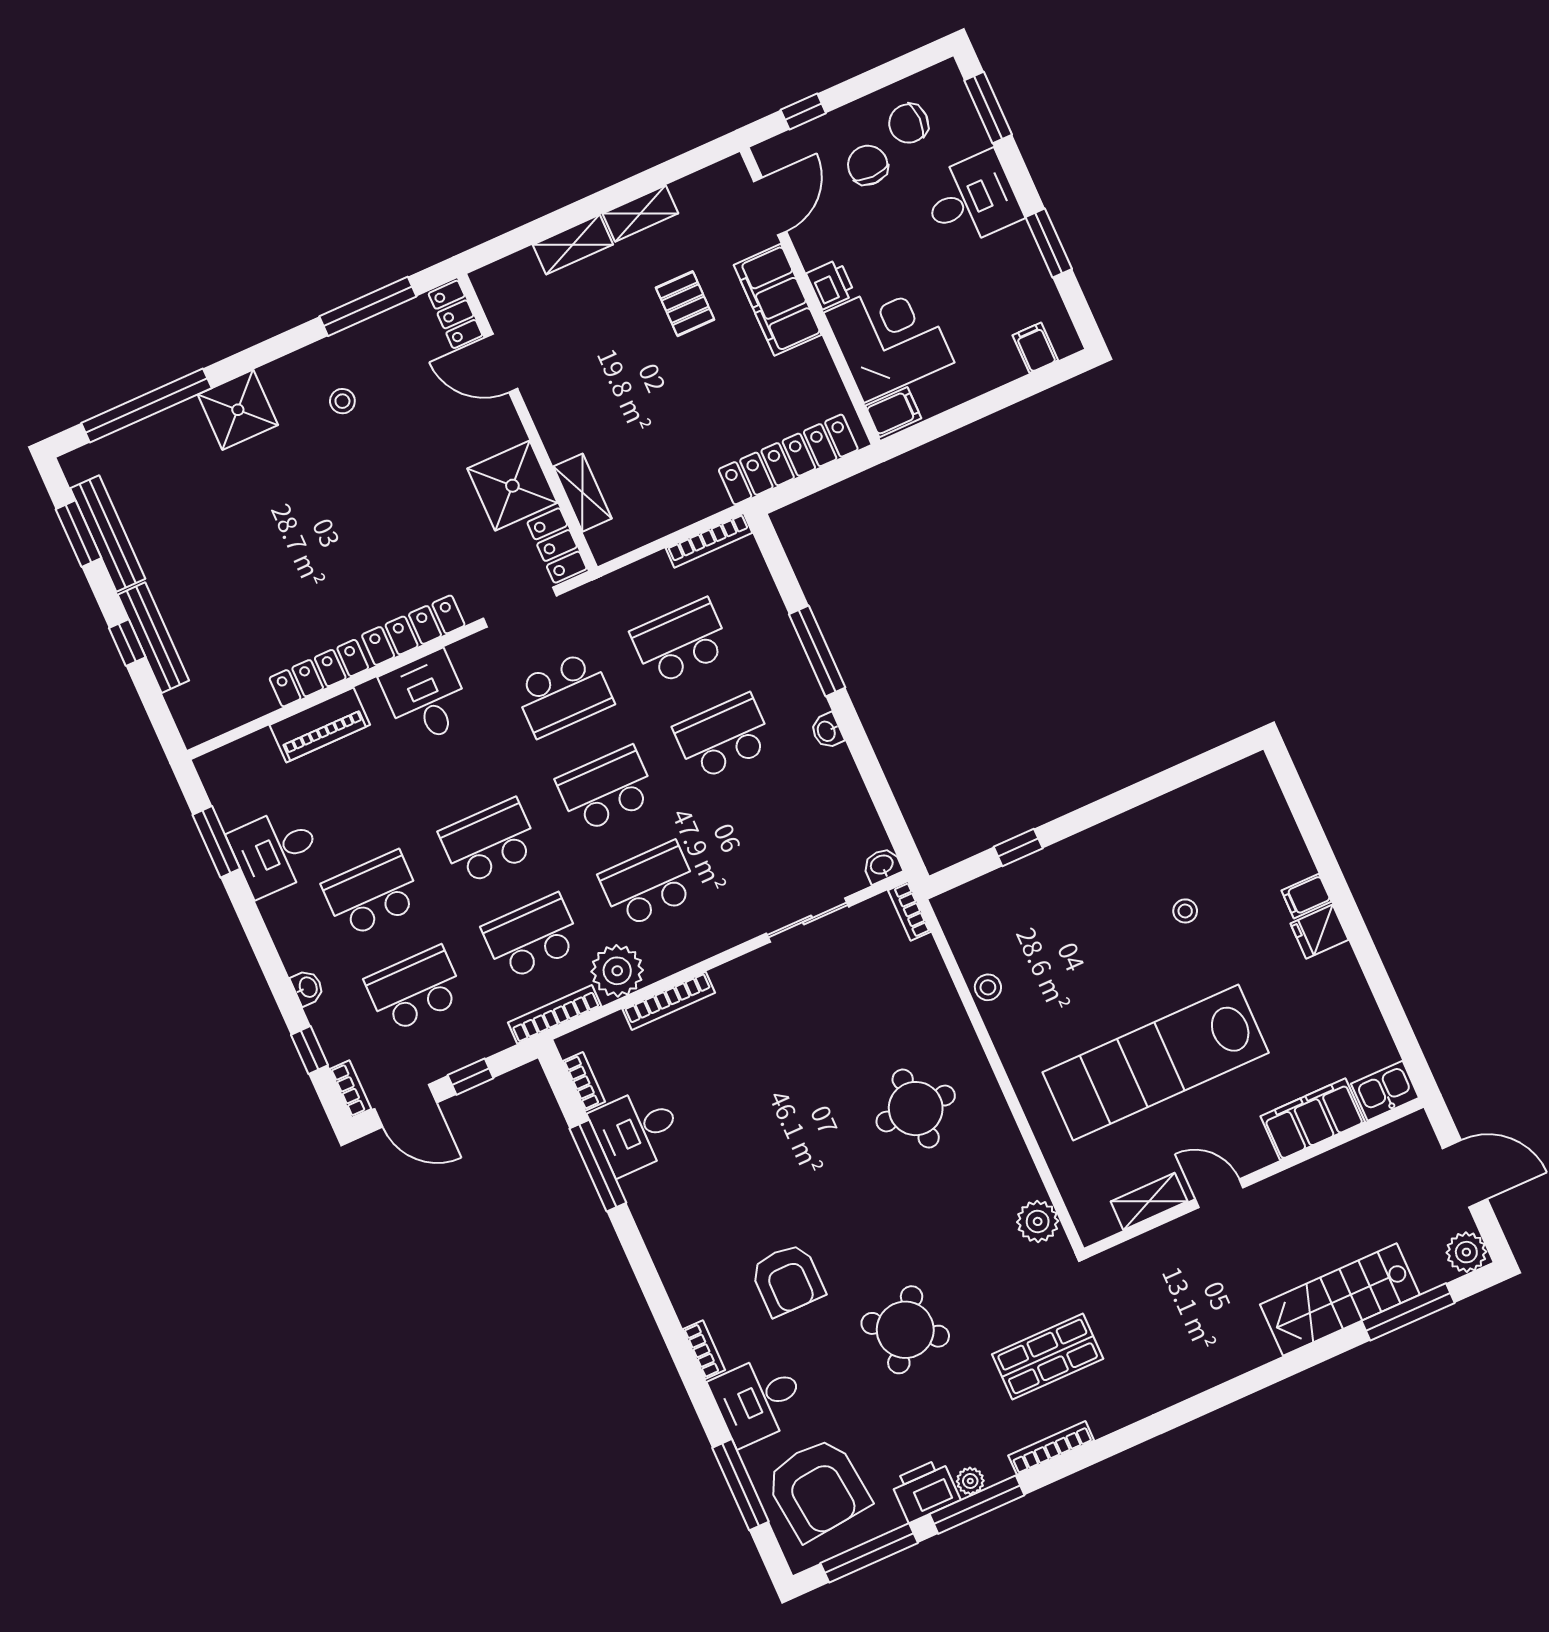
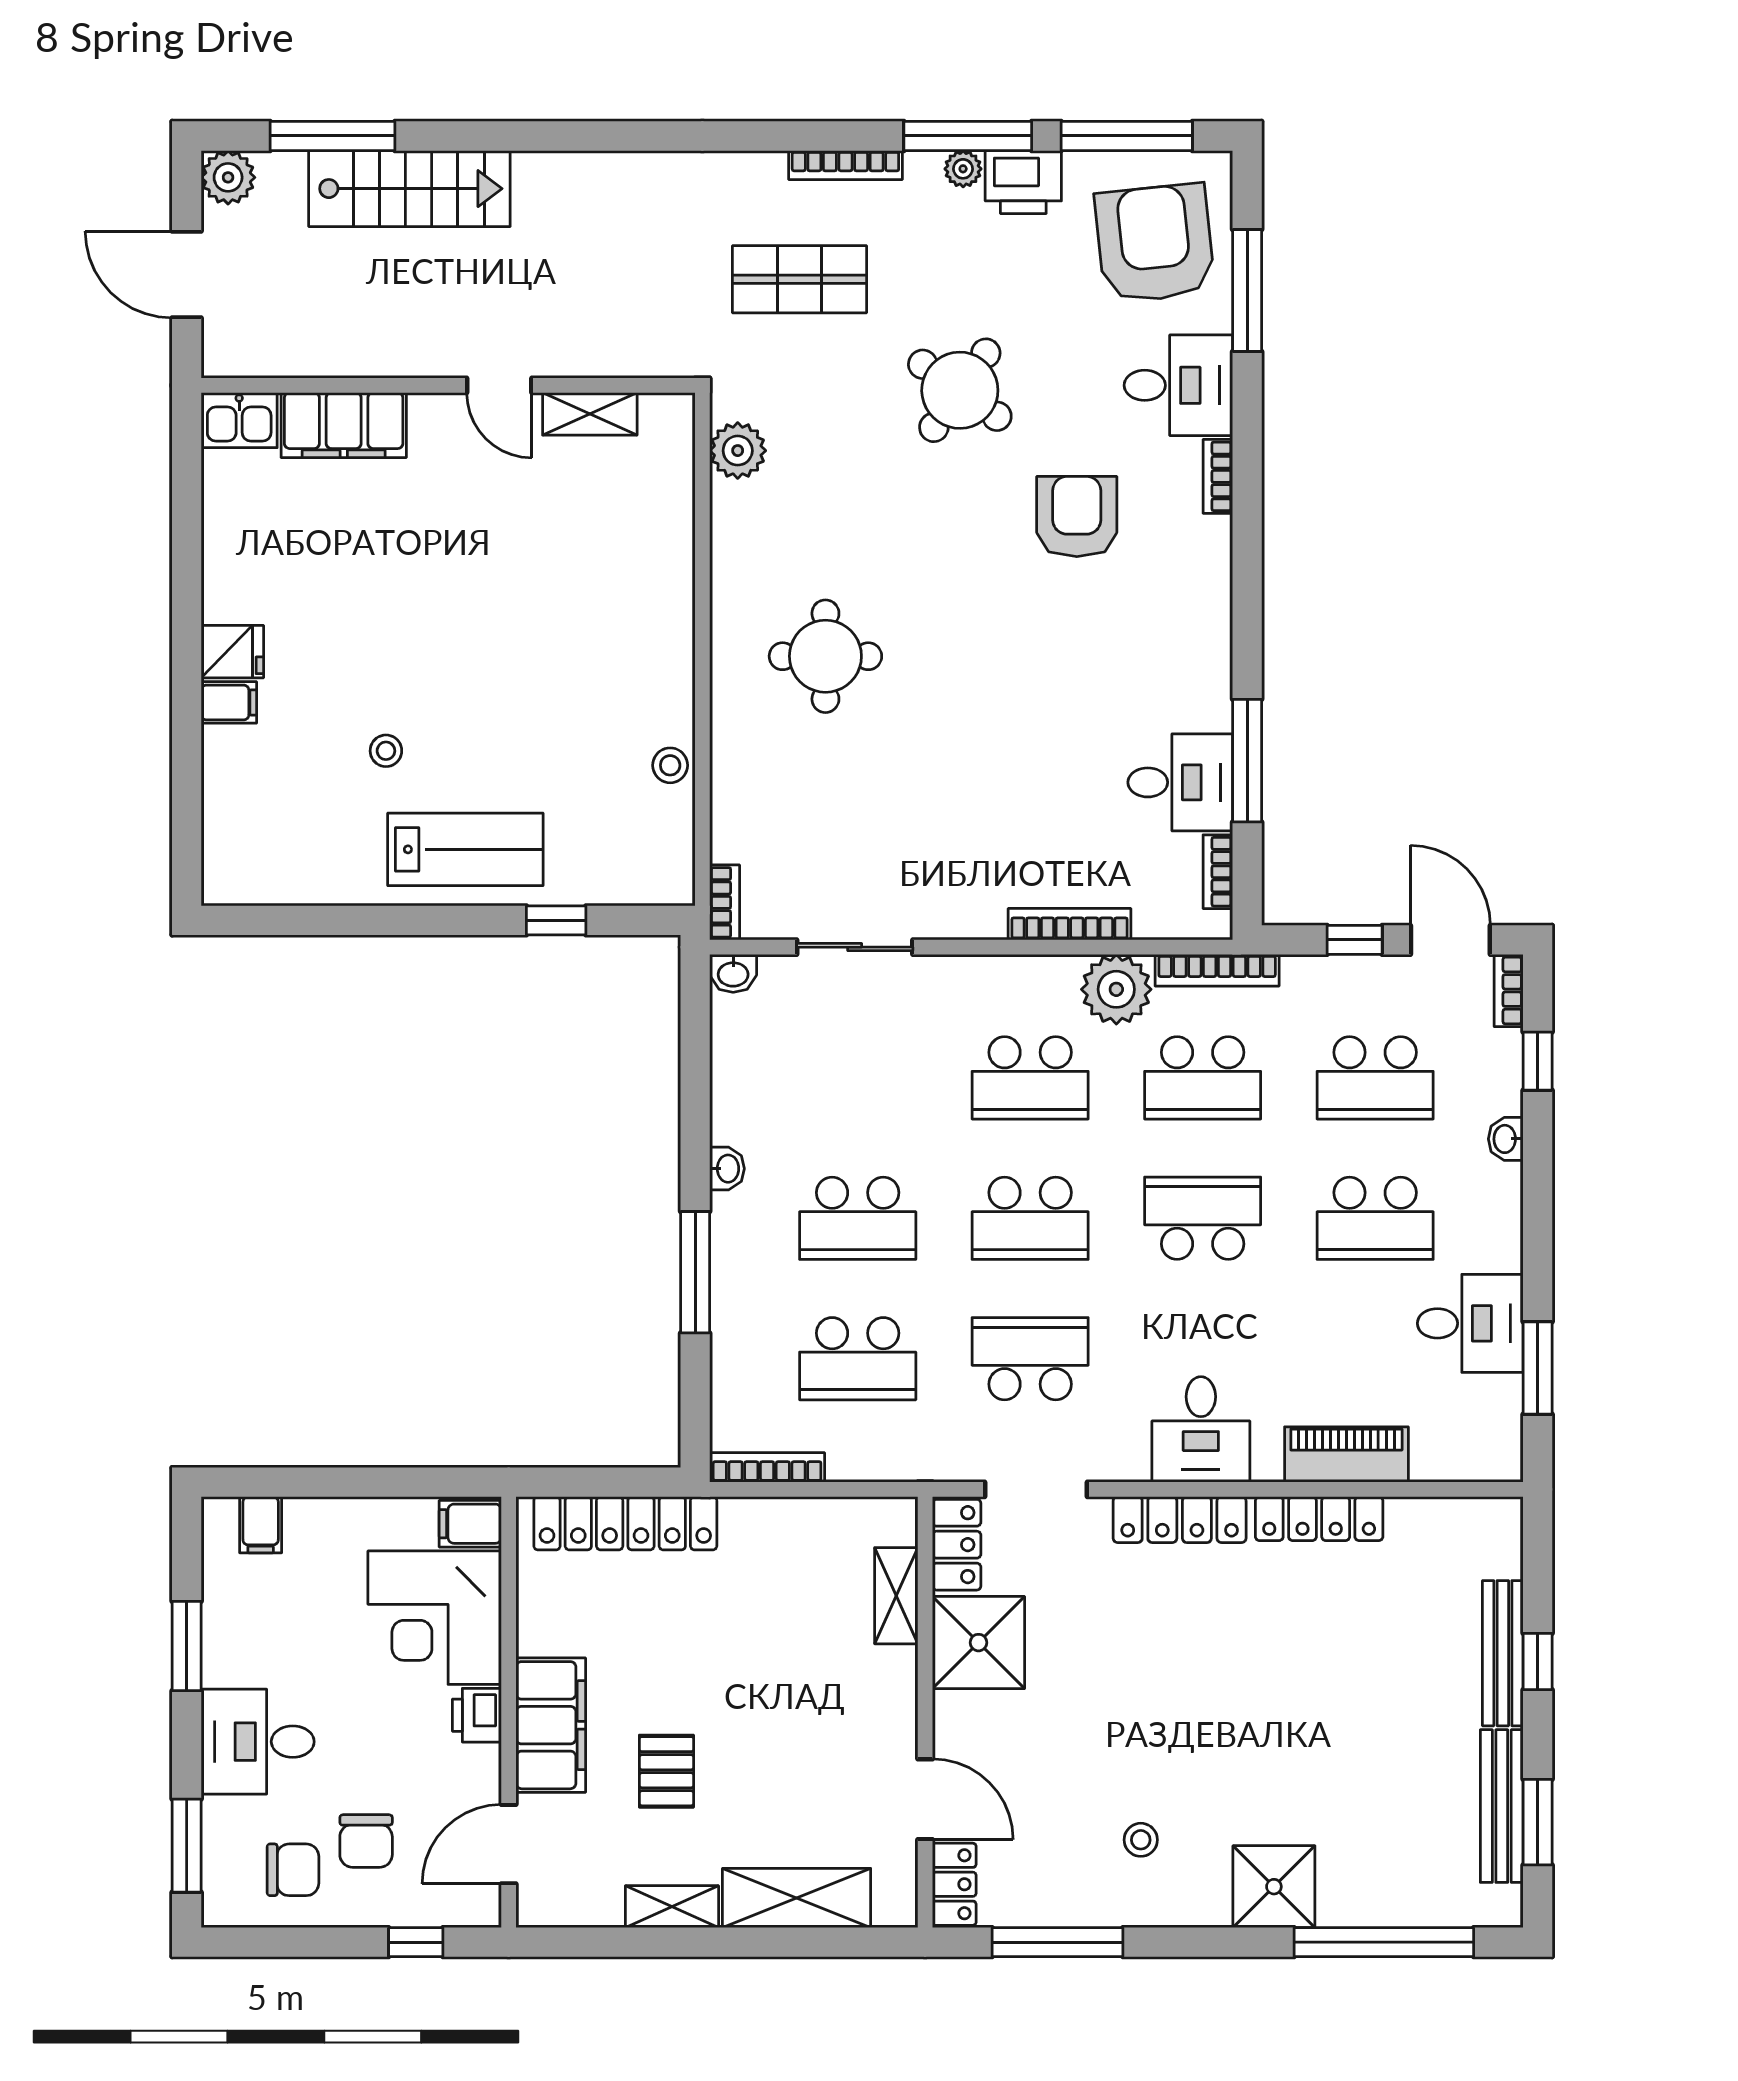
shelving: (573, 245) -> (797, 1898), width x1.50, depth x1.33
school desk: (489, 842) -> (1203, 1218), turned 180
lab bench: (1156, 1062) -> (465, 849), moved, width x0.54, depth x0.72

